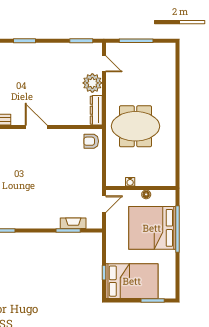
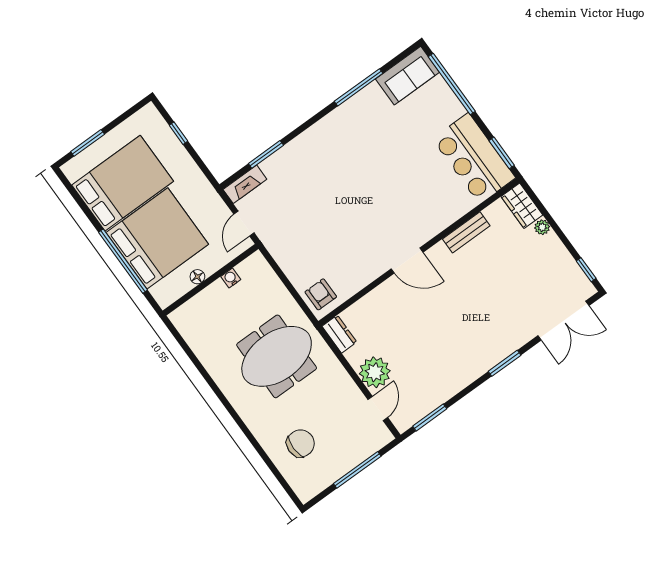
door: (104, 64) -> (378, 408), swing flipped
chair: (155, 74) -> (300, 443), added
dresser: (96, 110) -> (339, 334), width x0.70
armchair: (91, 141) -> (321, 294), turned -90
fireplace: (73, 223) -> (245, 184), moved
bed: (132, 281) -> (123, 183), moved, turned 180

